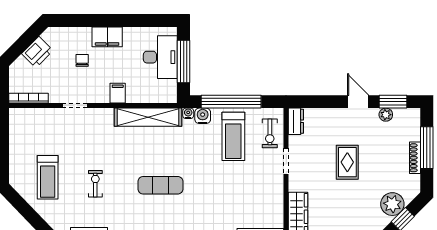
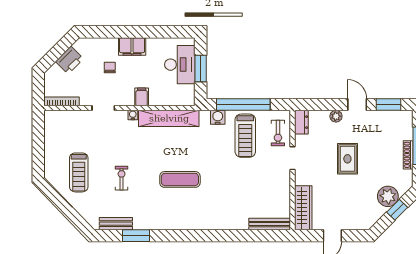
window: (184, 62) -> (201, 69), width x0.69
water cooler: (188, 113) -> (133, 115), moved
plant: (386, 115) -> (336, 116), moved

